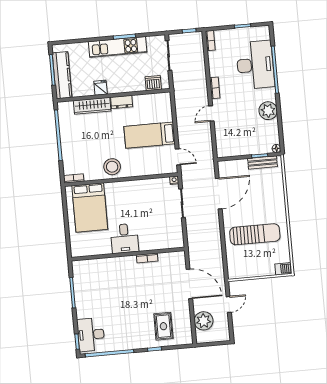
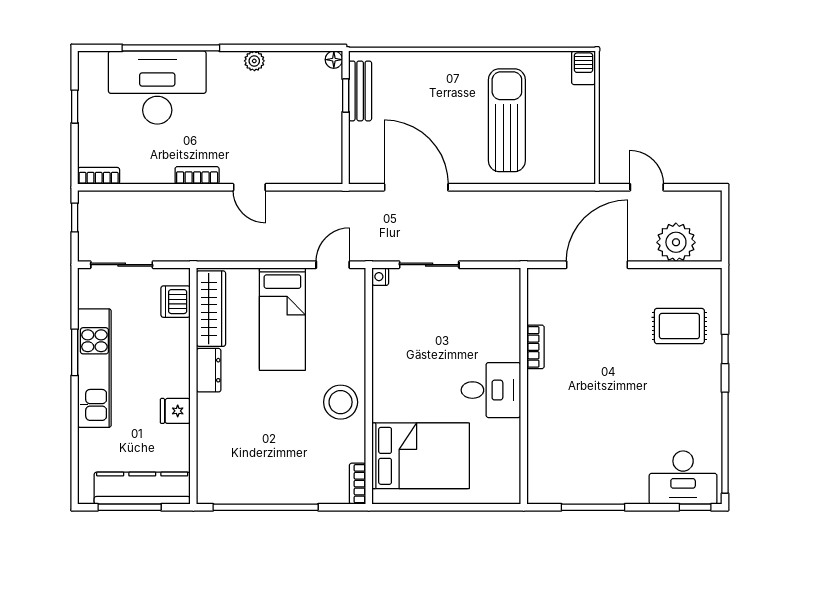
wardrobe: (92, 106) -> (211, 309), moved
plant: (268, 111) -> (254, 61), width x0.53, depth x0.53

